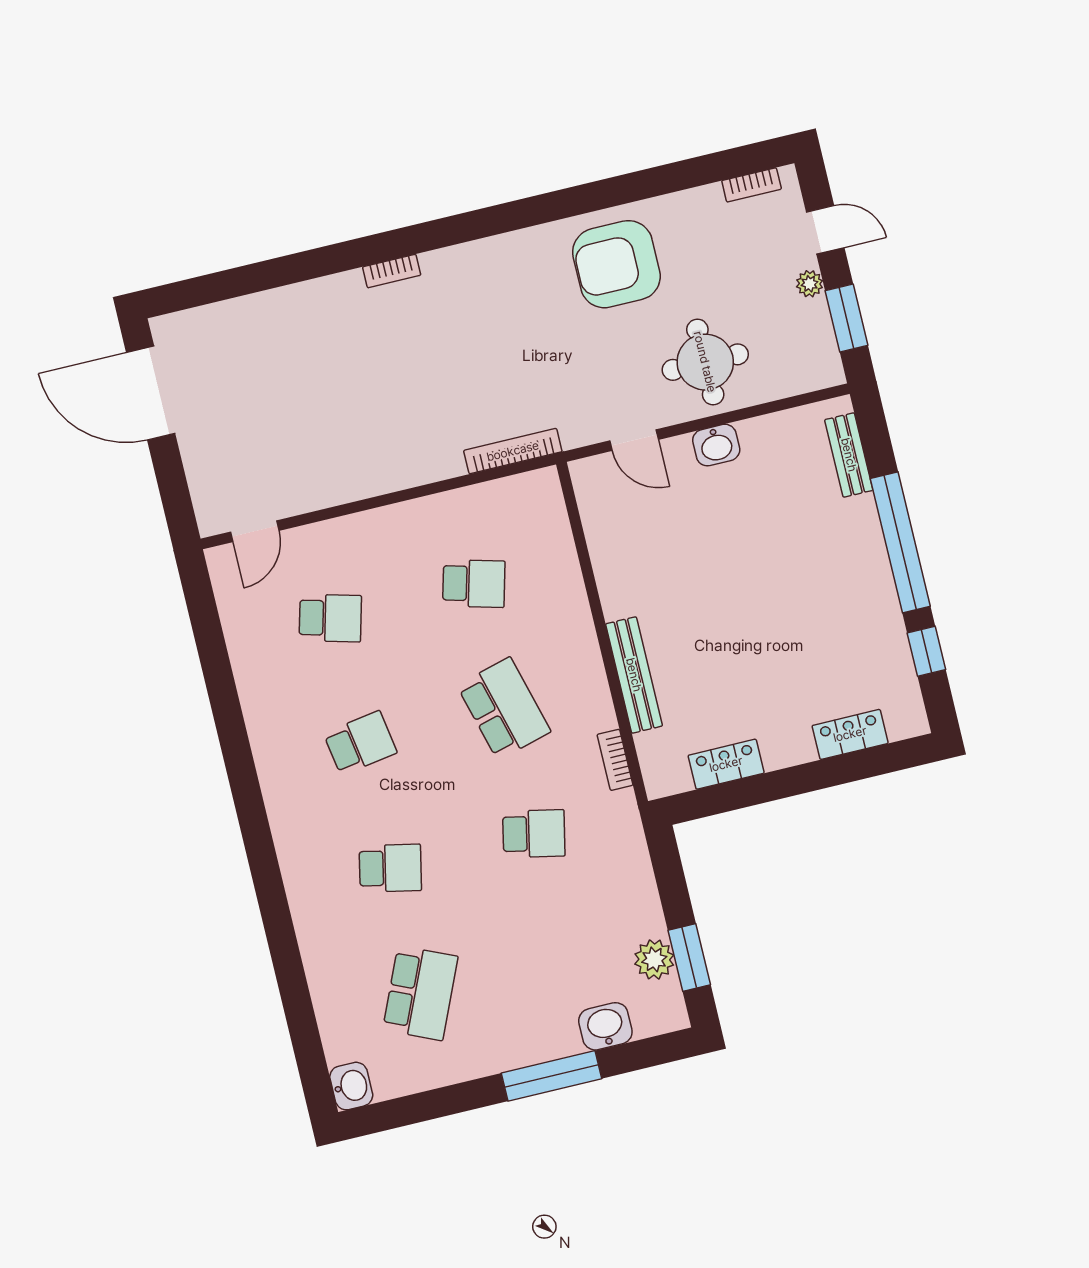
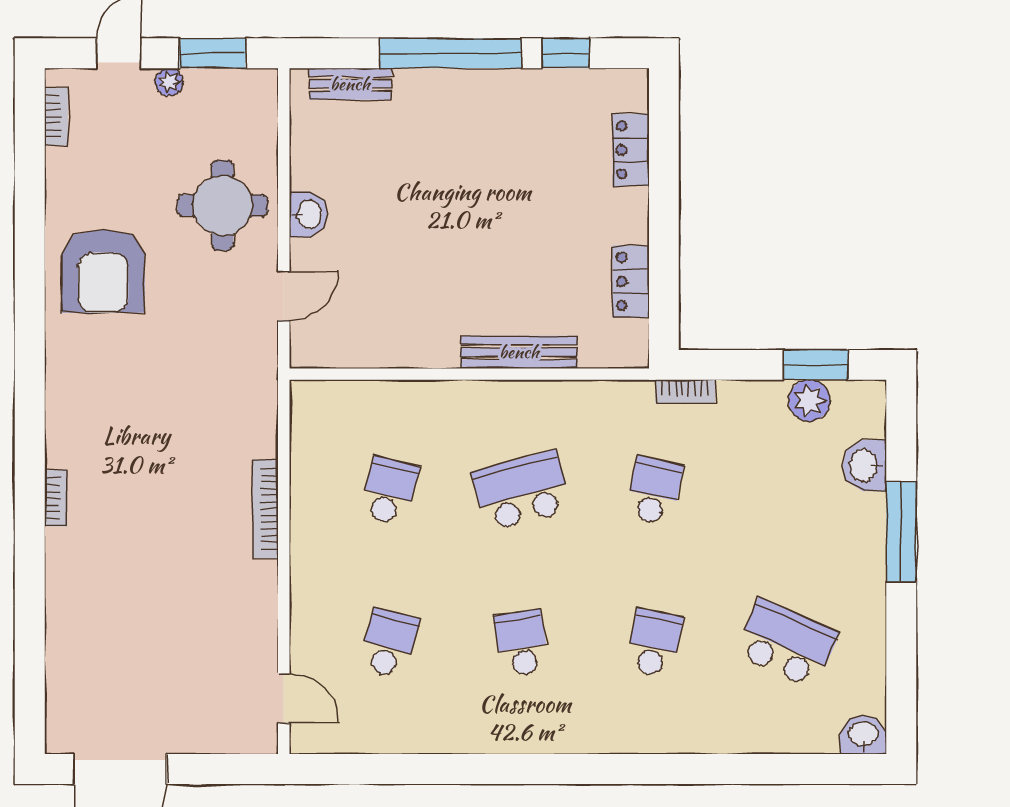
bookcase: (513, 451) -> (266, 509), moved
bookcase: (615, 760) -> (685, 392), moved

